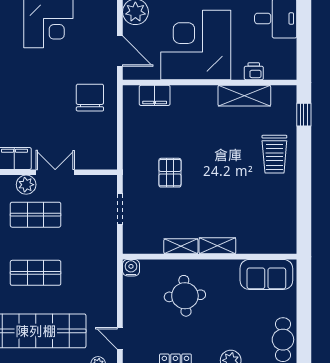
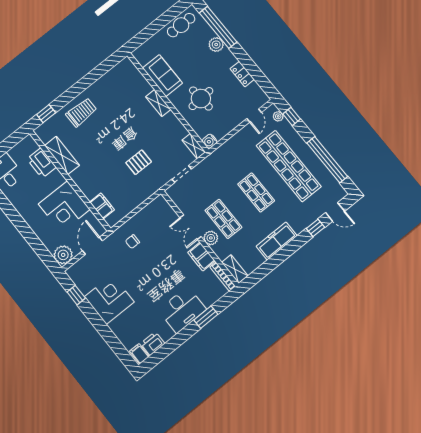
corner desk: (196, 45) -> (64, 207), width x0.74, depth x0.74
printer: (254, 71) -> (42, 163), width x1.87, depth x1.48
chair: (90, 98) -> (132, 242), width x0.54, depth x0.54
shelving: (181, 246) -> (194, 146), moved
sofa: (266, 274) -> (162, 76), moved

